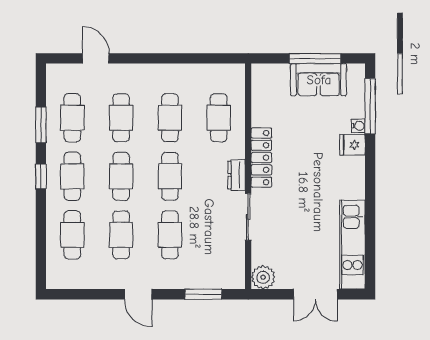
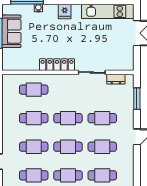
fridge: (352, 145) -> (65, 11), moved
dresser: (237, 175) -> (116, 79), moved
plant: (263, 277) -> (127, 64), removed

